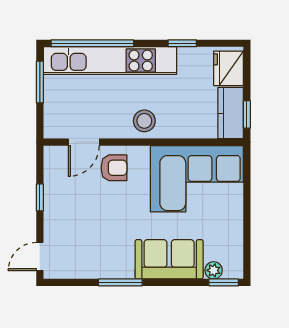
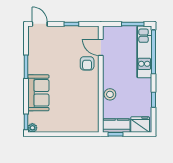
kitchen unit: (110, 61) -> (144, 52), width x0.73
stool: (144, 121) -> (110, 94), moved
corner sofa: (197, 179) -> (81, 108), removed
plant: (214, 270) -> (32, 128), moved

